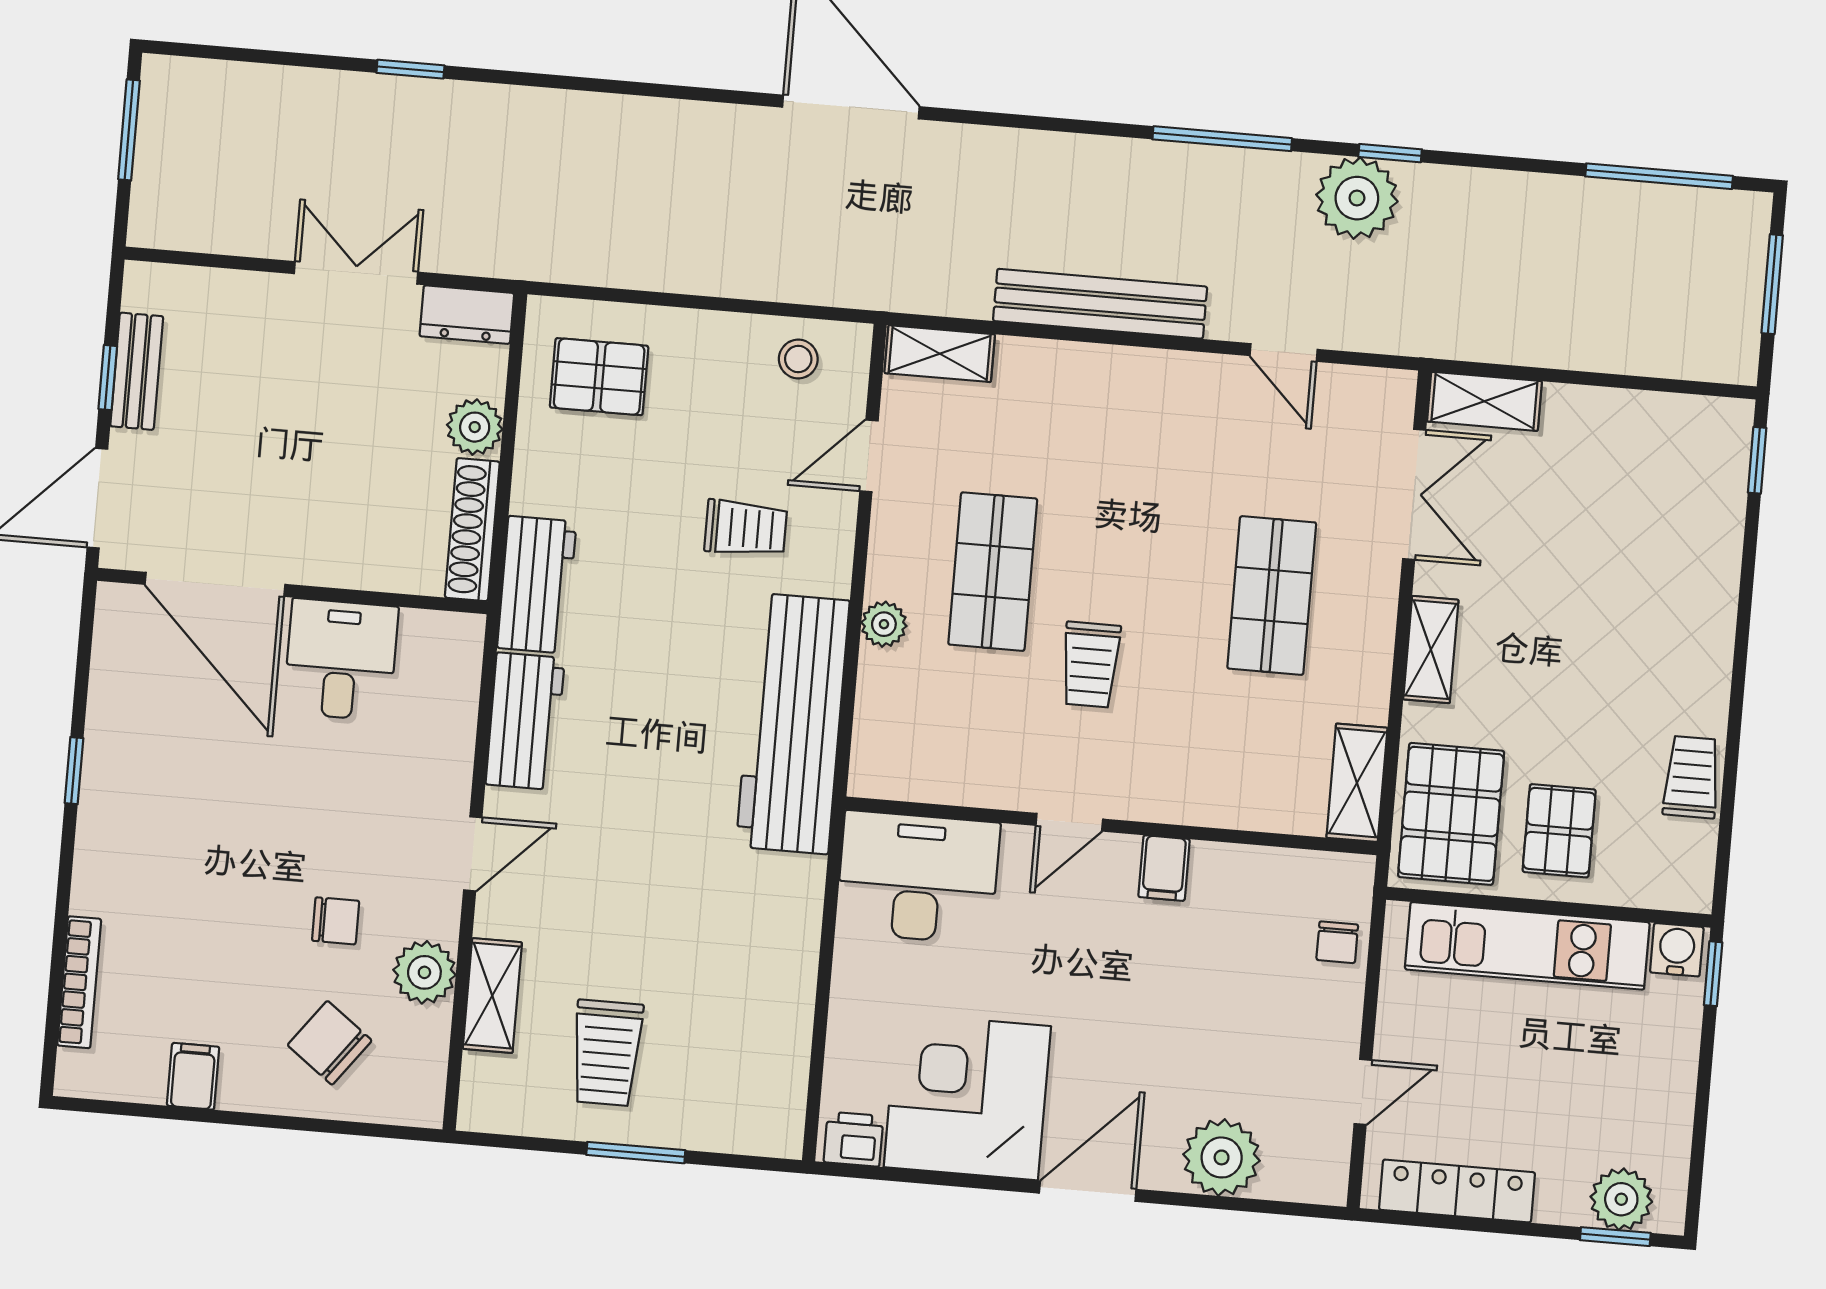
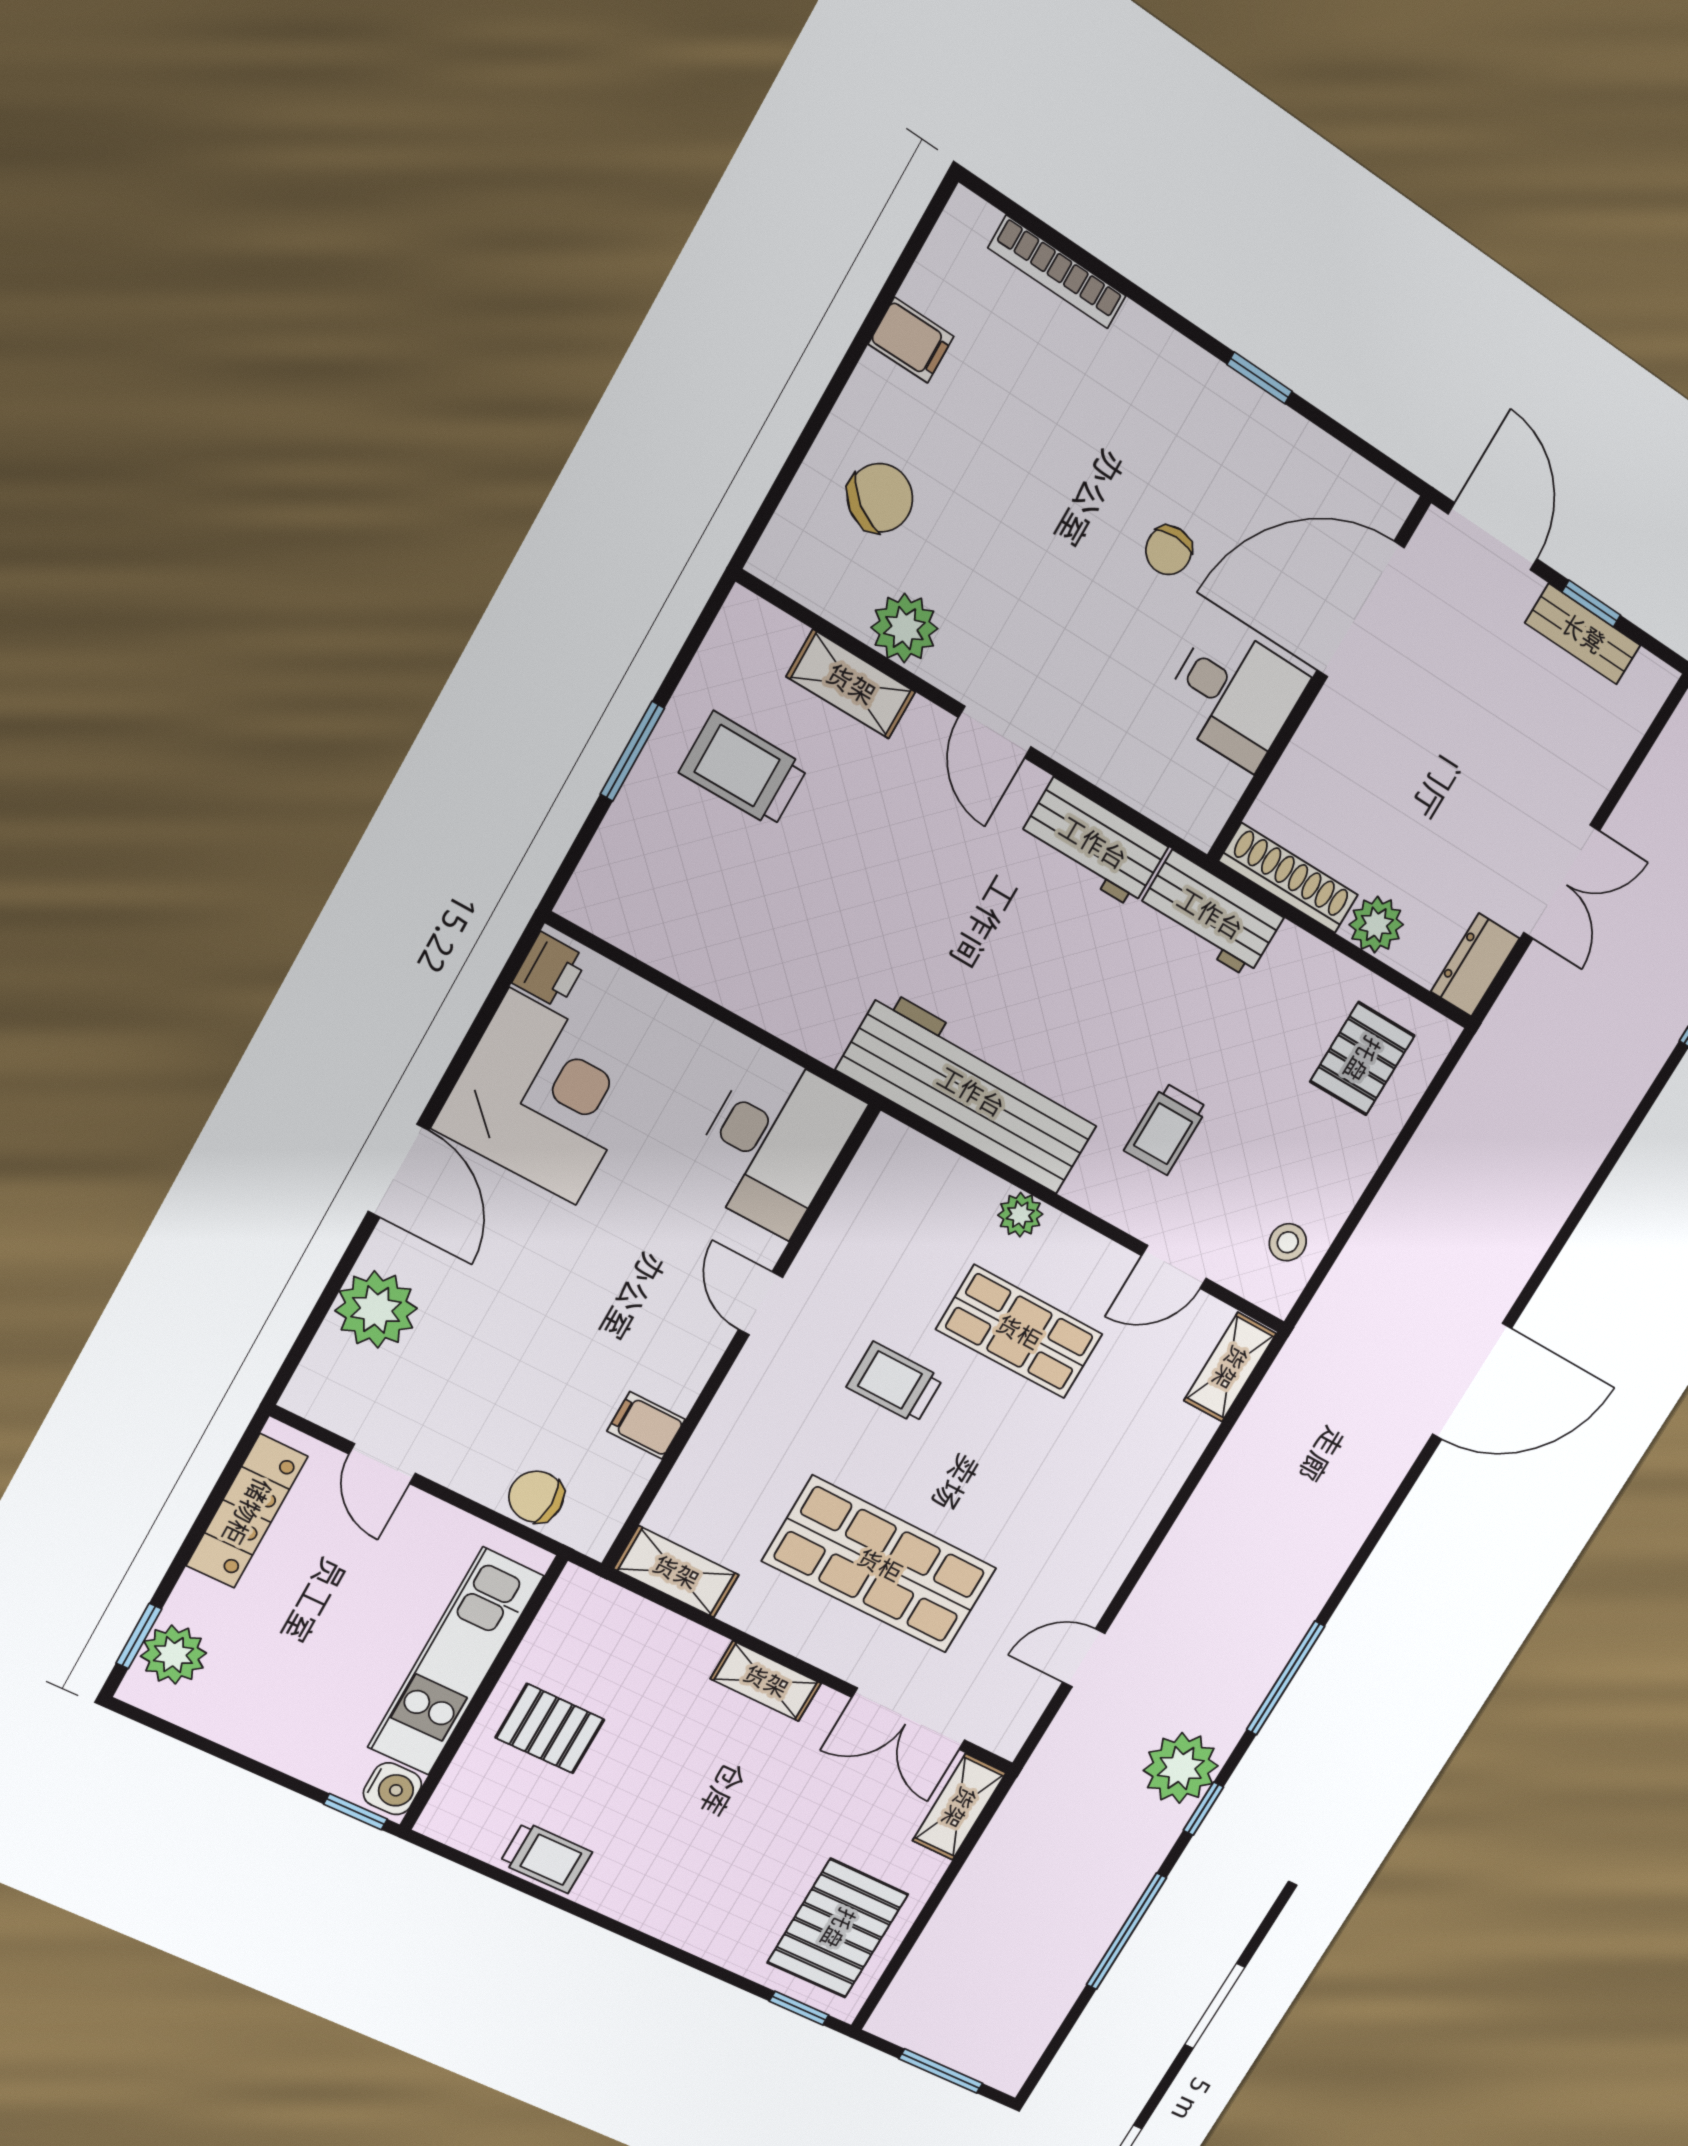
window: (1659, 176) -> (1126, 1931), moved
bench: (1100, 304) -> (1202, 1521), removed
door: (869, 456) -> (1174, 1267), swing flipped
shop shelf: (1272, 595) -> (880, 1565), width x1.43, depth x1.36
pallet: (1451, 814) -> (838, 1928), moved, turned 90
filing cabinet: (1164, 868) -> (646, 1425), moved
chair: (336, 921) -> (1169, 550), moved
chair: (1337, 942) -> (536, 1497), width x1.37, depth x1.37

